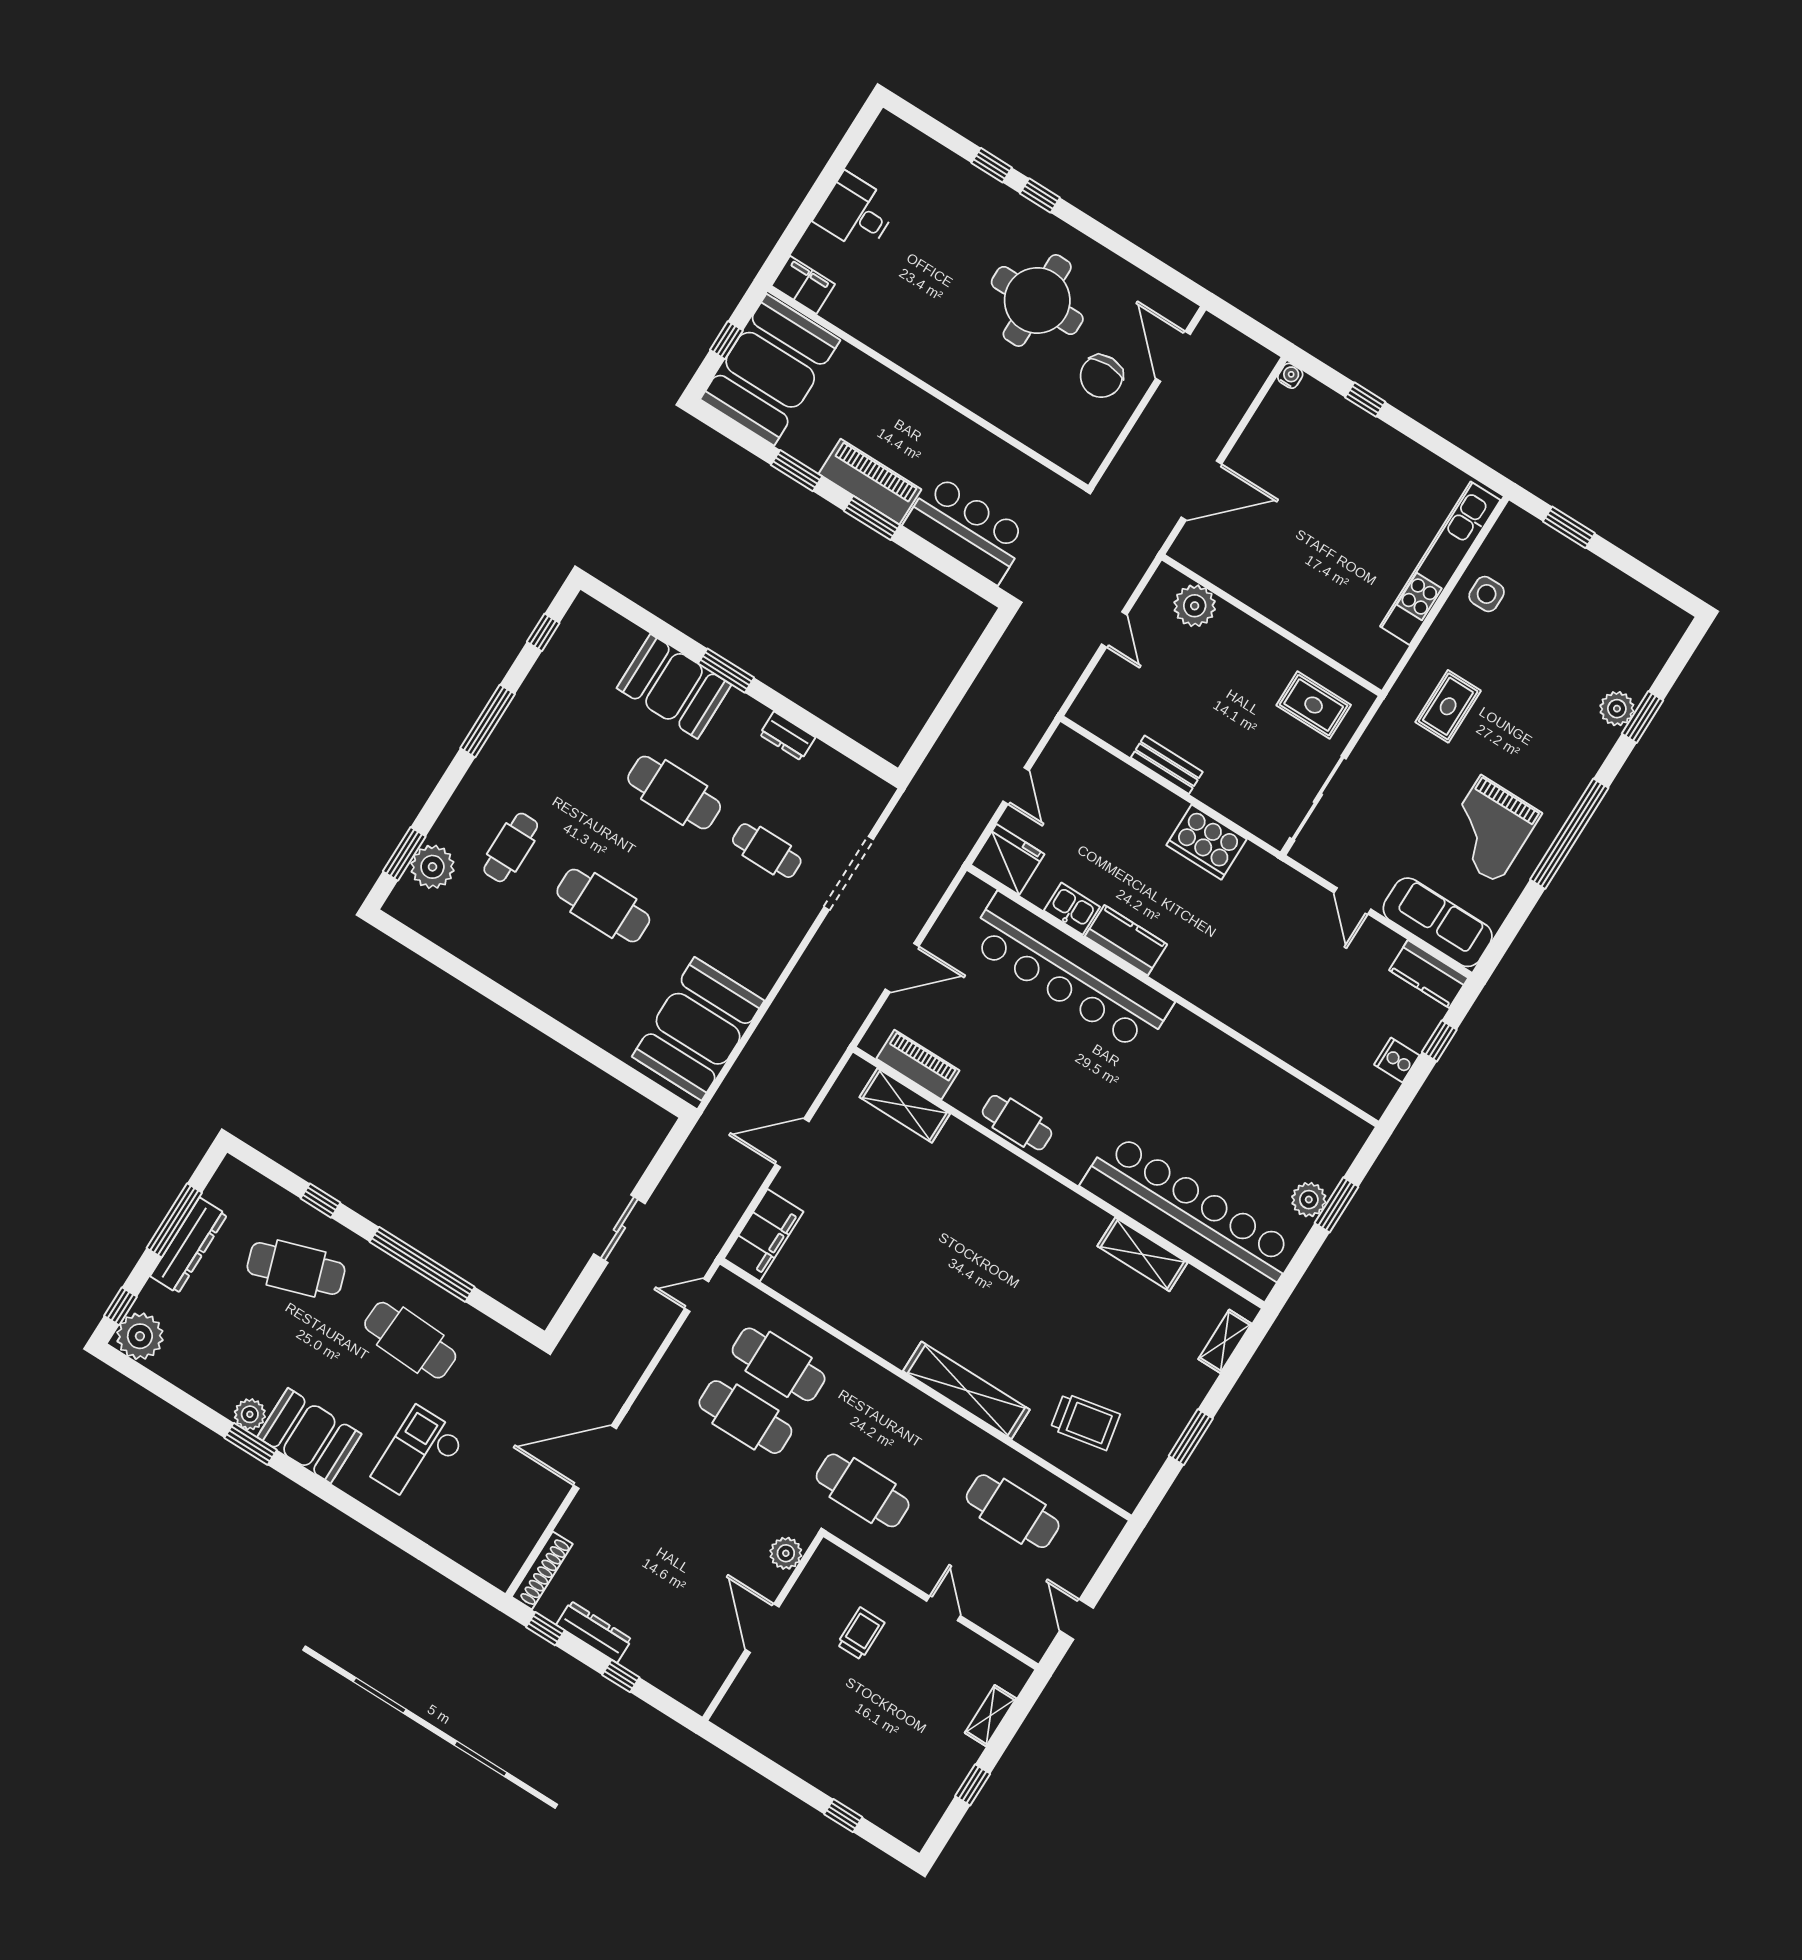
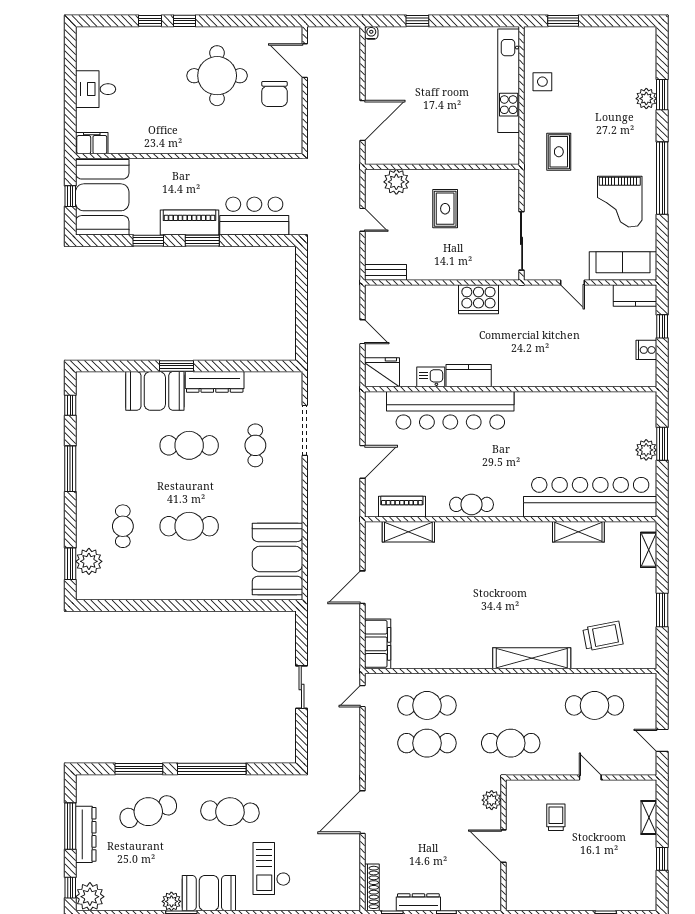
rug: (1314, 705) -> (445, 209), moved, turned 90
dresser: (787, 736) -> (215, 382), width x1.96, depth x1.24
bench: (1167, 765) -> (386, 272), moved
cafe table: (767, 851) -> (255, 445), turned 90
window: (320, 1201) -> (139, 769), width x2.17

